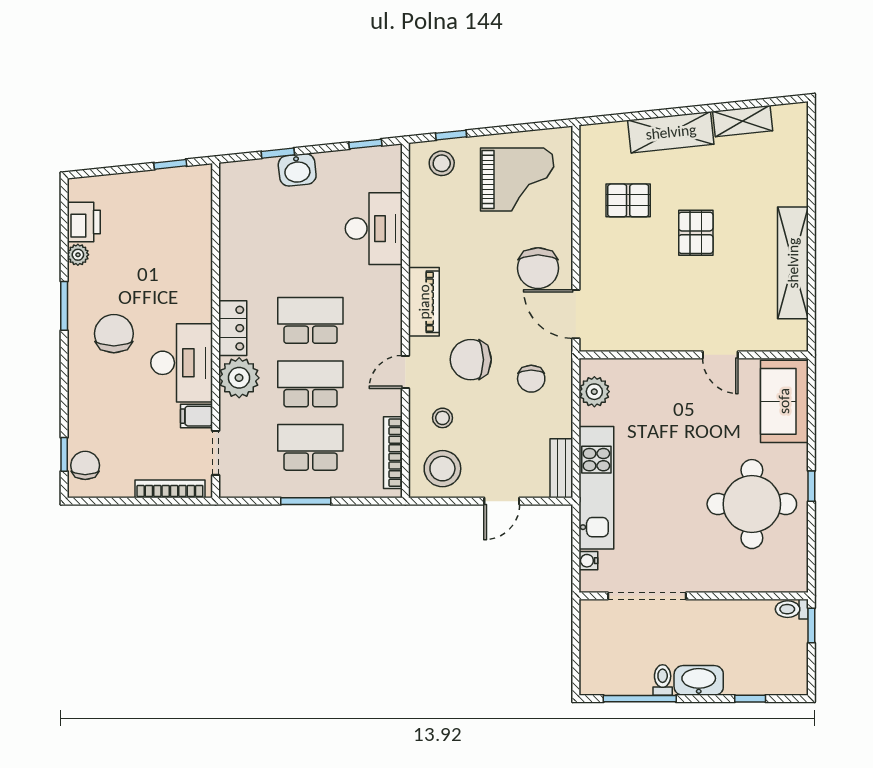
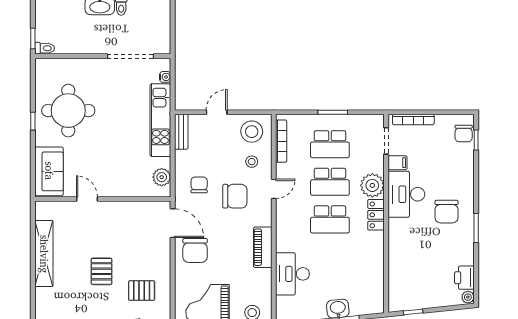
plant: (78, 255) -> (468, 297), moved
chair: (538, 268) -> (195, 250), turned 180
piano: (424, 302) -> (263, 247), moved

